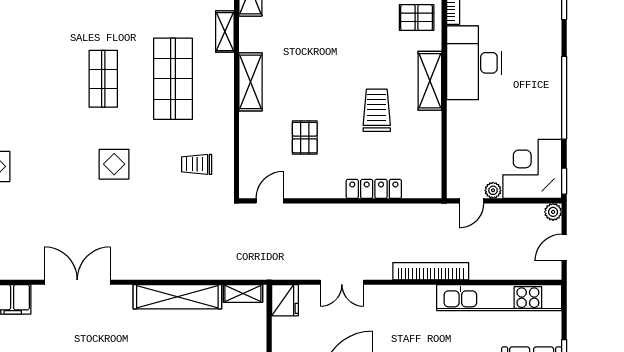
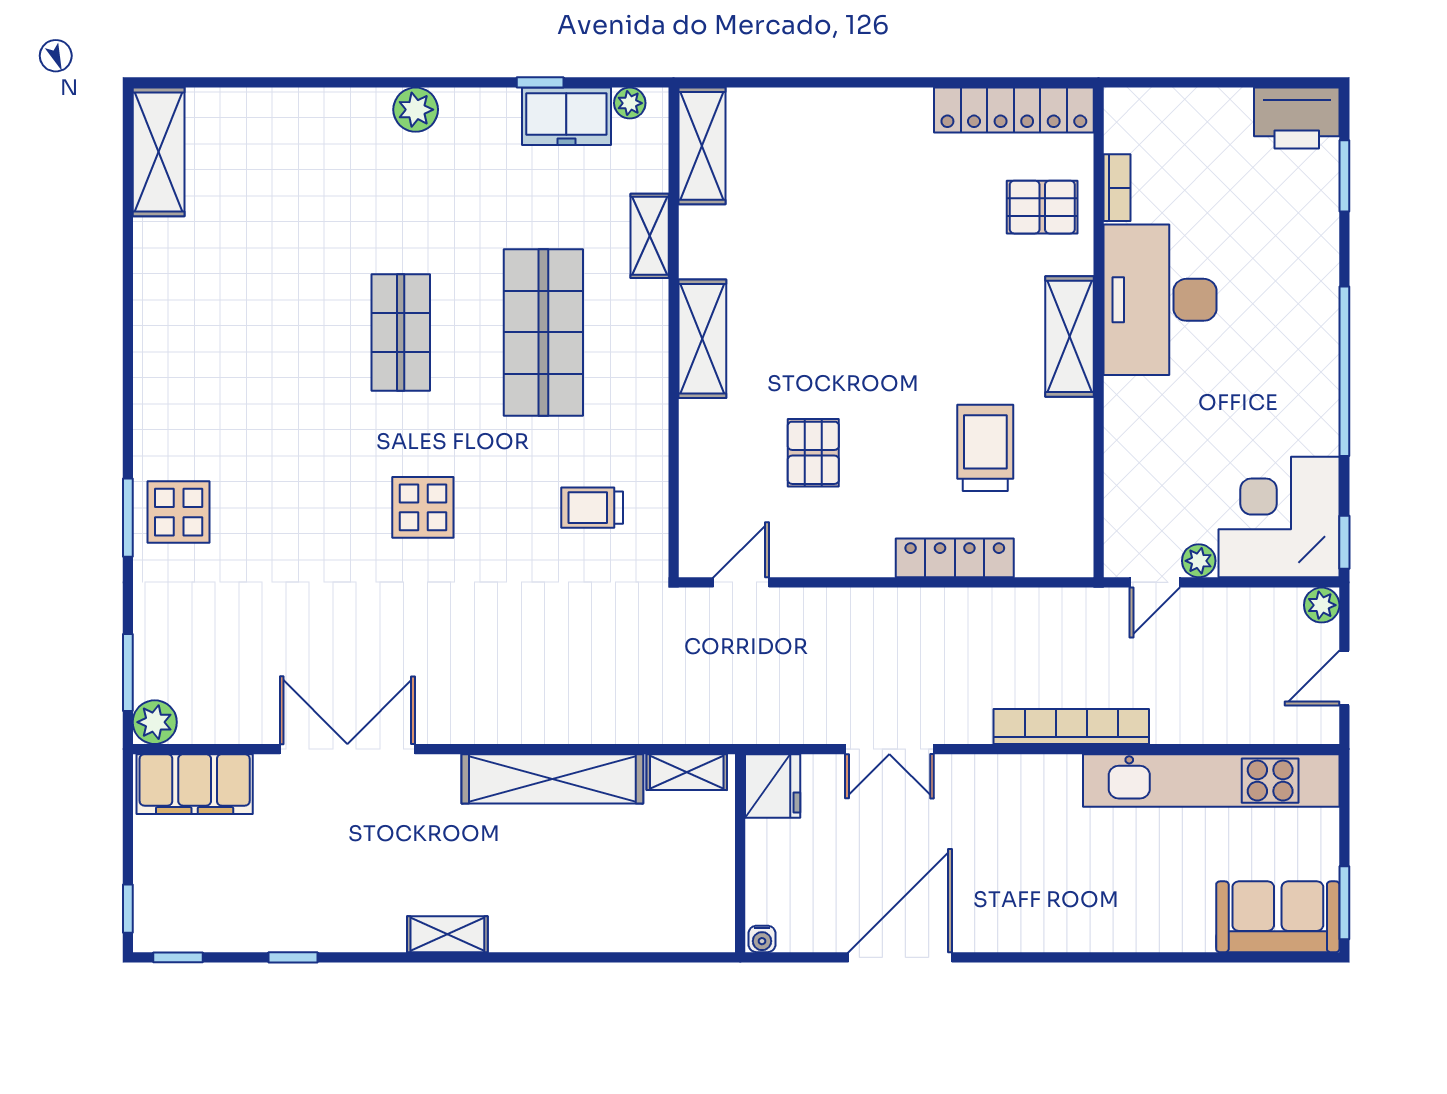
trolley: (377, 110) -> (985, 448), moved

